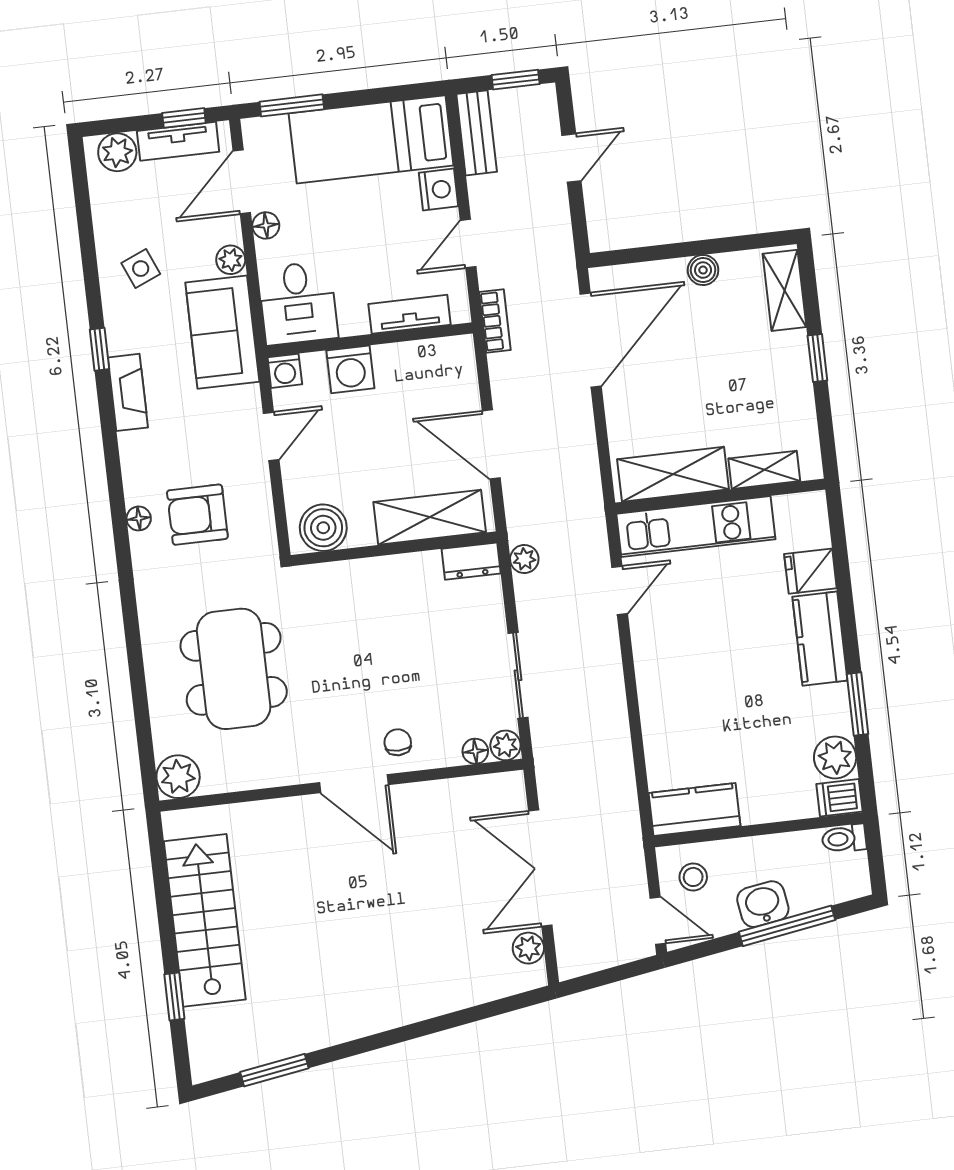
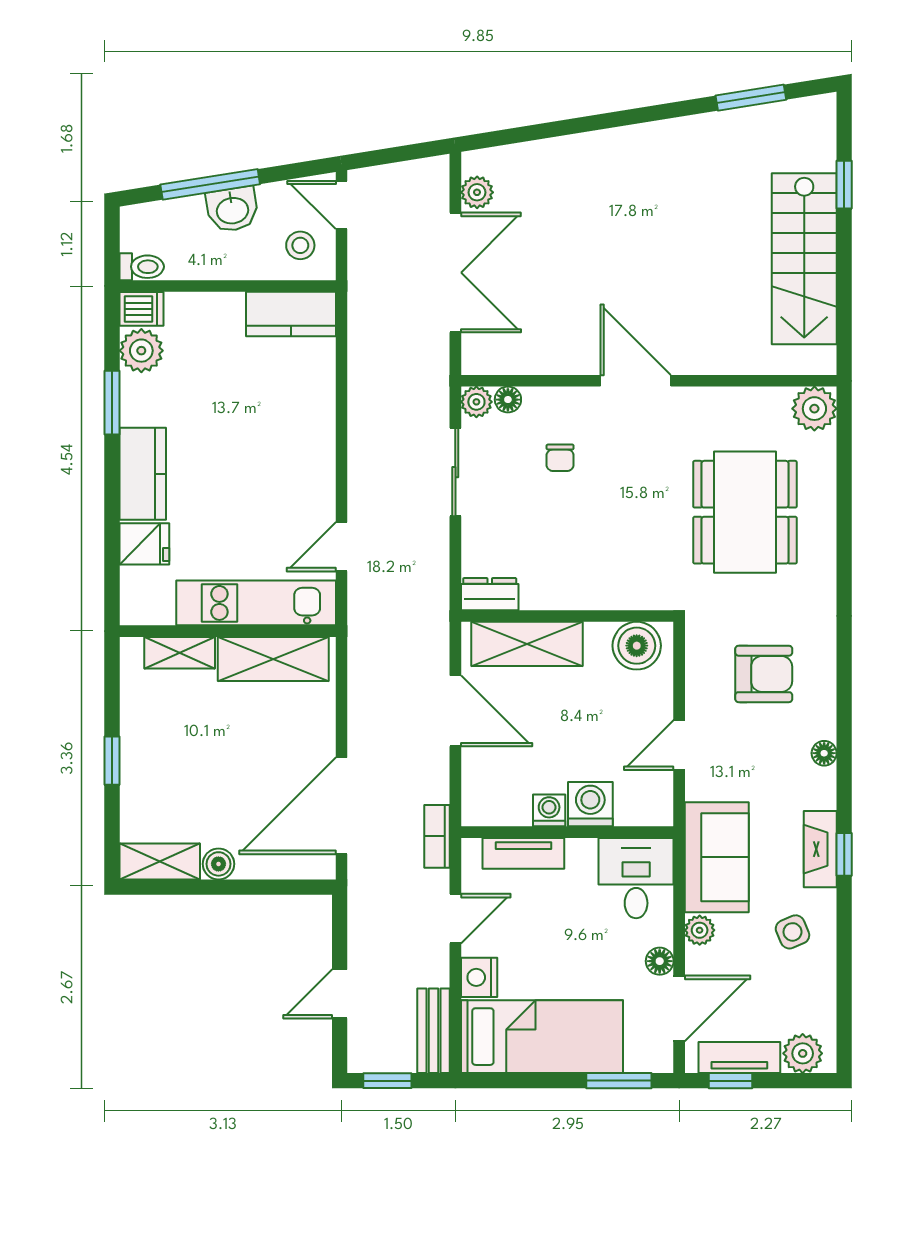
shelving: (785, 290) -> (160, 862), moved, turned 90
washing machine: (285, 371) -> (549, 810), moved
fireplace: (128, 392) -> (820, 849), moved
floor lamp: (139, 518) -> (824, 753), moved
plant: (524, 559) -> (435, 590), removed
chair: (398, 742) -> (560, 458), moved

